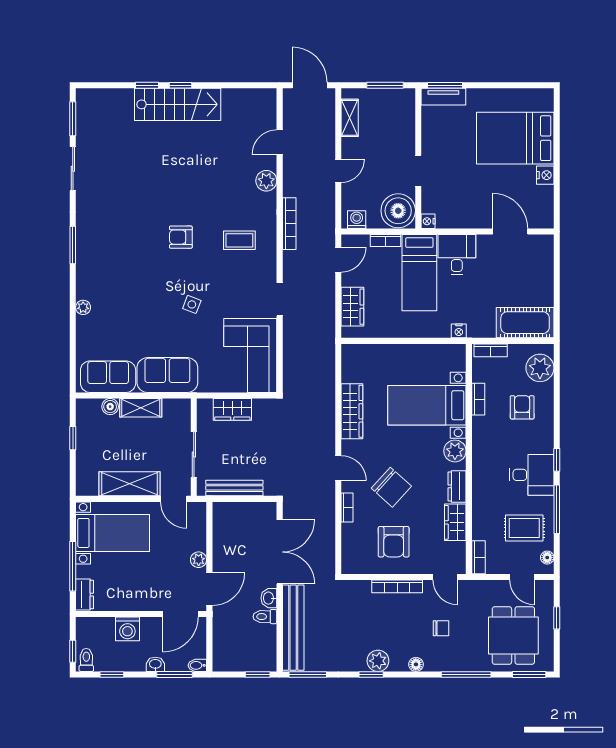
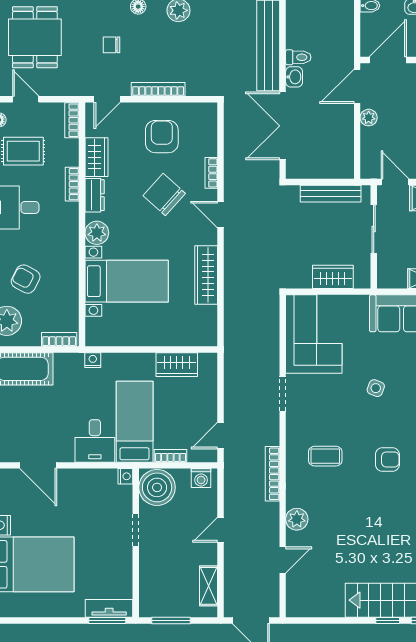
wardrobe: (352, 307) -> (177, 365), moved, turned -90
bookcase: (478, 399) -> (72, 184), moved
armchair: (522, 407) -> (26, 279), turned 118
door: (445, 577) -> (107, 99), swing flipped

